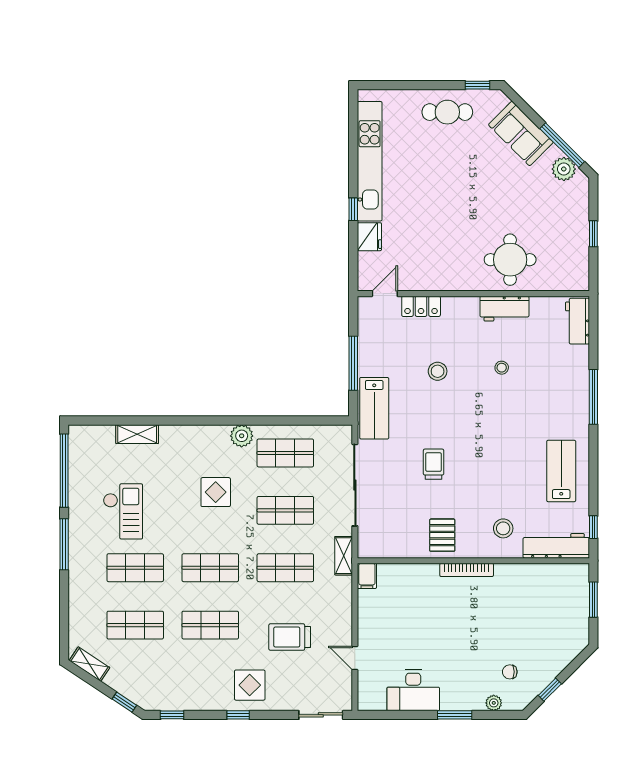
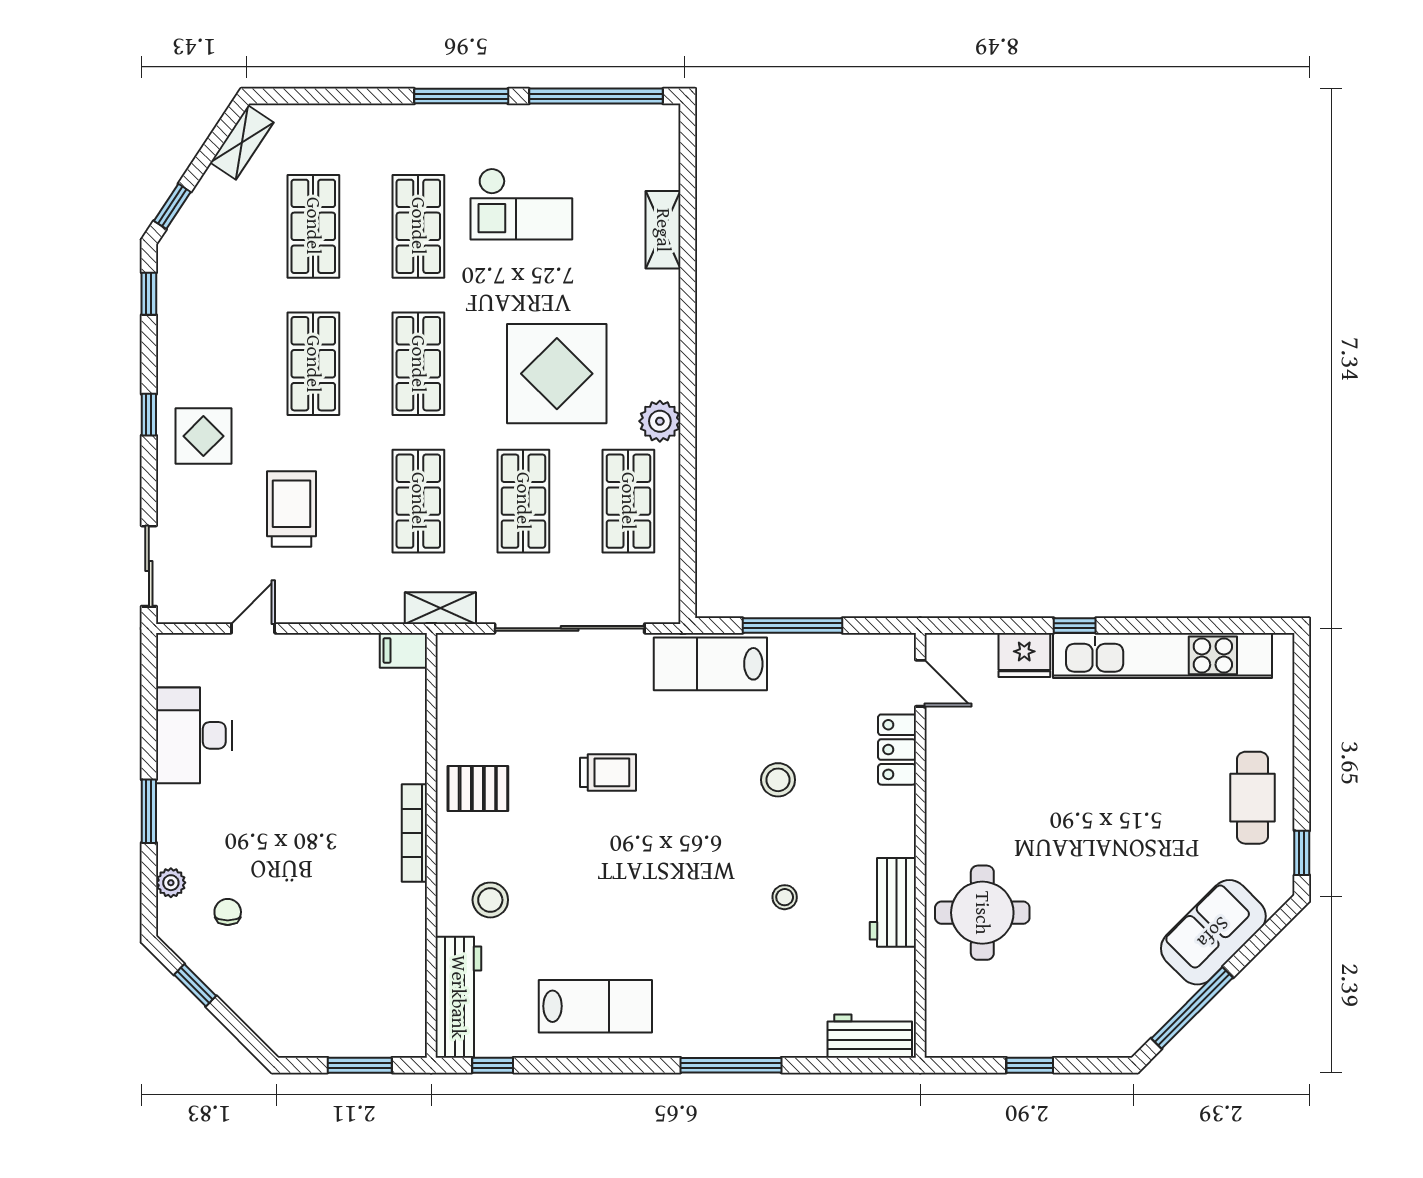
plant: (564, 169) -> (1148, 1011), removed
display table: (216, 492) -> (557, 374), width x1.86, depth x1.86

